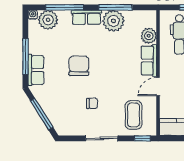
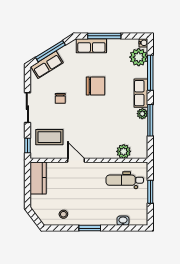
plant: (113, 21) -> (142, 114), width x0.53, depth x0.53
row of seats: (149, 60) -> (47, 65), moved, turned 148

